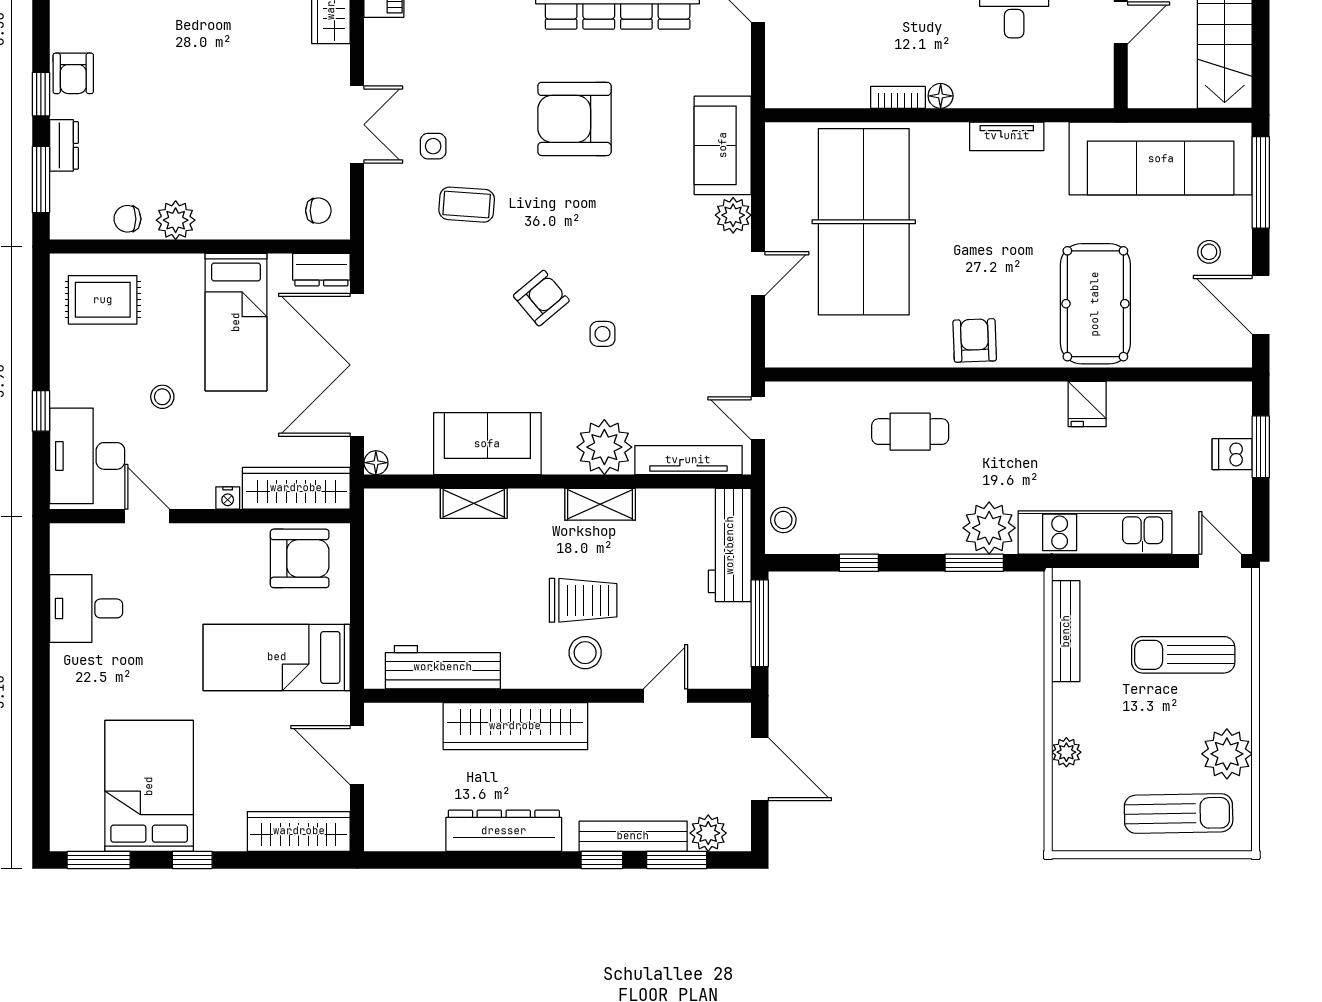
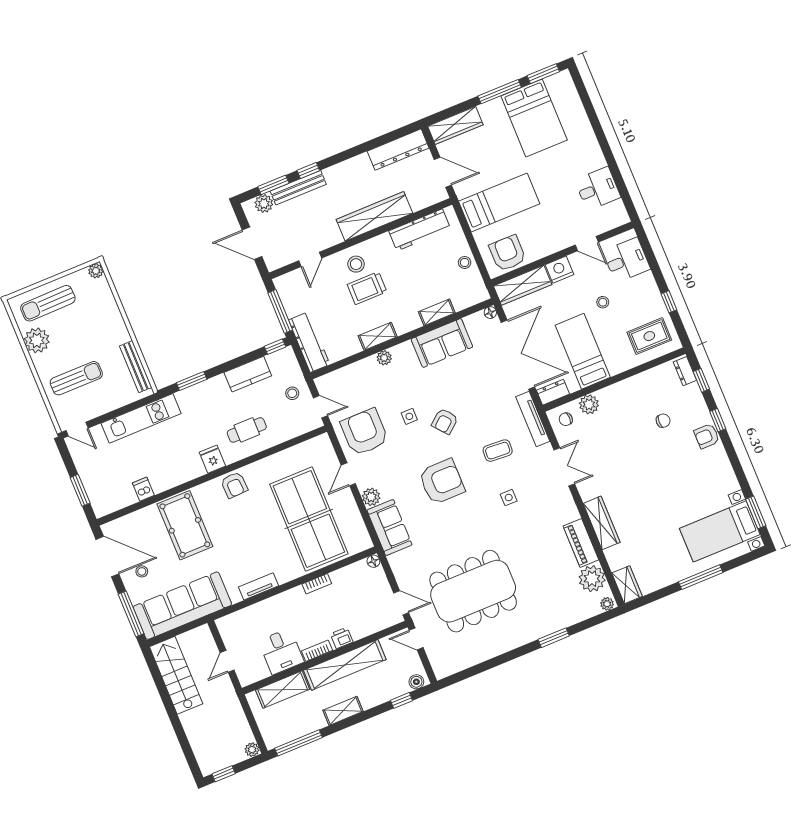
armchair: (73, 73) -> (707, 436), turned -90
floor lamp: (941, 96) -> (373, 561), moved
armchair: (574, 119) -> (442, 482), moved
double door: (357, 125) -> (564, 467), swing flipped
dresser: (64, 145) -> (685, 371), moved
side table: (433, 146) -> (509, 498), moved
window: (41, 179) -> (701, 380), width x0.67
chair: (127, 219) -> (663, 421), moved
plant: (176, 220) -> (589, 404), moved
door: (1261, 305) -> (107, 557), width x1.36
armchair: (697, 339) -> (364, 432), added
fridge: (1087, 404) -> (212, 459), moved
window: (41, 411) -> (669, 302), moved
plant: (604, 447) -> (384, 358), width x0.53, depth x0.53
dishwasher: (1232, 454) -> (143, 489), moved, turned -90
desk: (87, 456) -> (627, 260), width x0.73
tv unit: (688, 460) -> (533, 419), moved, turned 90
nightstand: (228, 498) -> (559, 270), width x1.89, depth x1.79
stool: (783, 520) -> (292, 393), moved
plant: (989, 528) -> (191, 400), removed
kitchen counter: (866, 533) -> (248, 374), added
armchair: (300, 558) -> (507, 253), turned 90
window: (859, 563) -> (275, 347), moved
stool: (385, 574) -> (465, 262), added
plant: (1066, 752) -> (96, 271), moved
dresser: (504, 831) -> (398, 150), moved
window: (192, 860) -> (500, 92), width x2.17

